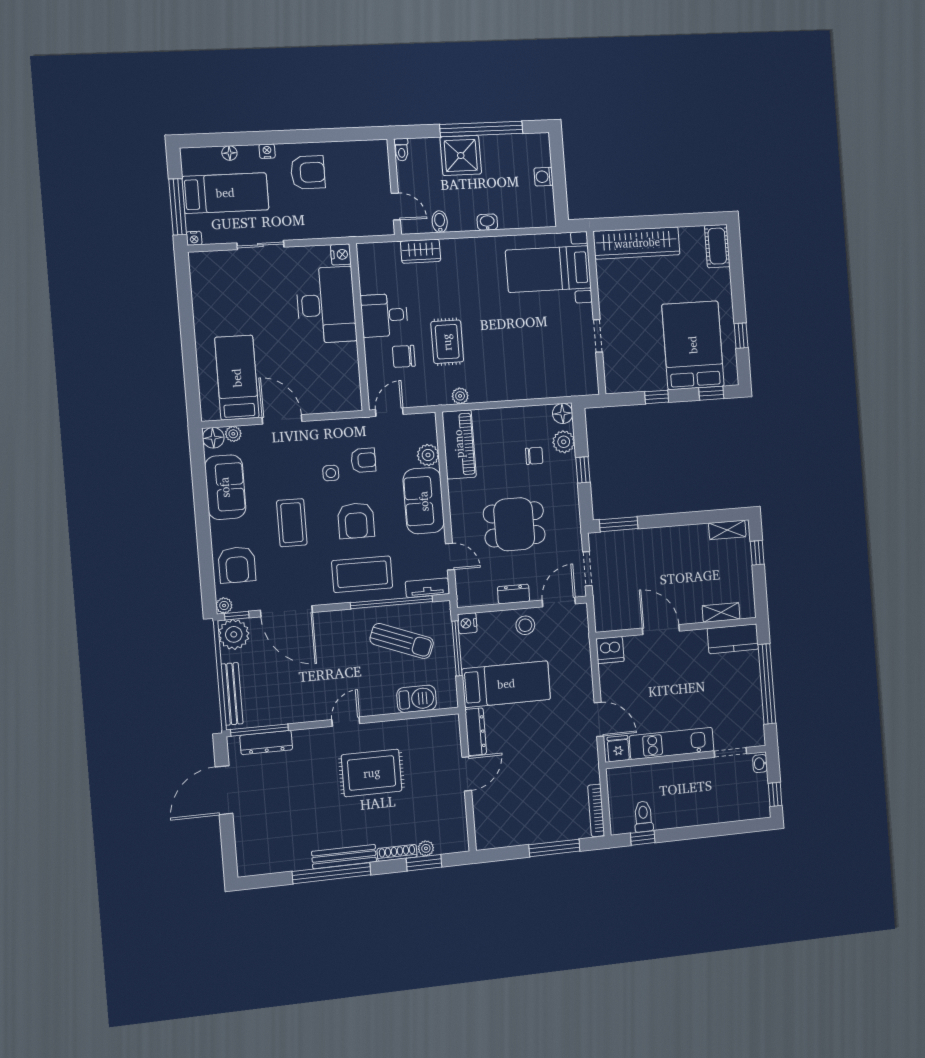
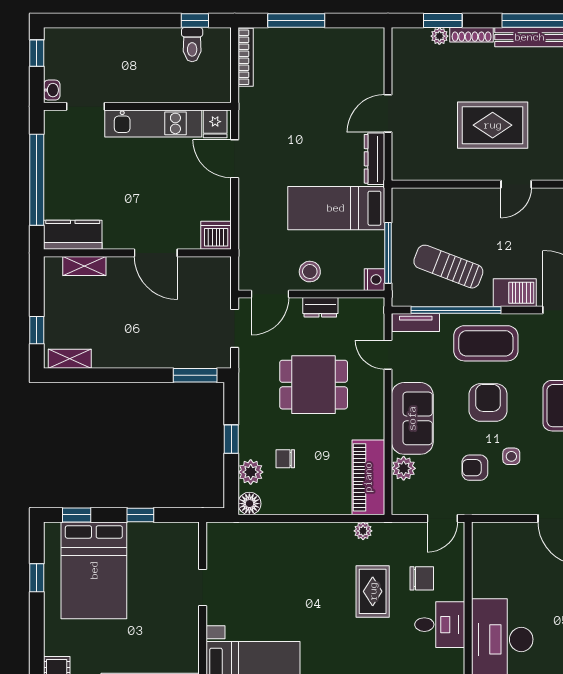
barbecue: (417, 699) -> (515, 293), moved, turned 180

